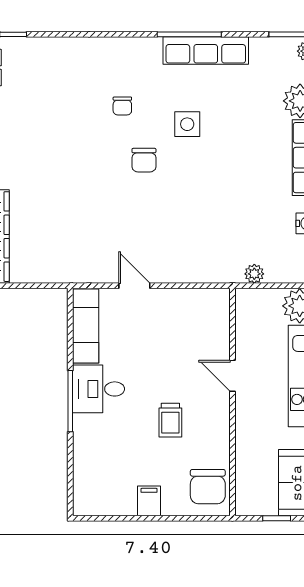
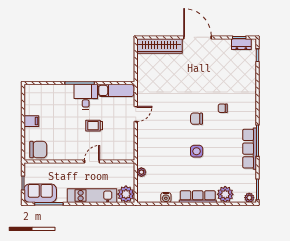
side table: (187, 124) -> (197, 151), moved
trolley: (170, 420) -> (94, 126), moved
chair: (208, 487) -> (38, 150), turned 180

